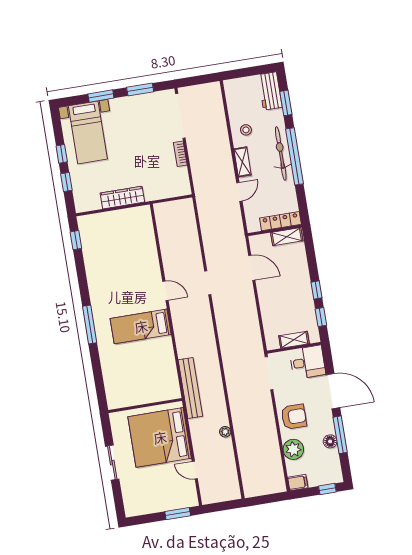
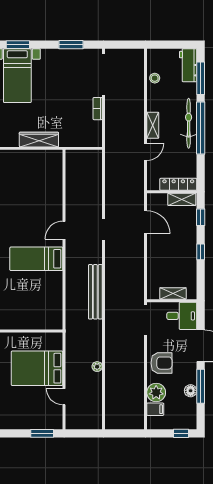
window: (101, 96) -> (18, 45), moved
window: (286, 103) -> (201, 78), width x1.44
stool: (246, 130) -> (155, 78), moved
door: (165, 291) -> (64, 230), swing flipped
window: (321, 317) -> (201, 217), moved
bench: (190, 388) -> (95, 292), moved
bed: (160, 437) -> (37, 368), width x0.73
filing cabinet: (298, 483) -> (155, 409), moved

